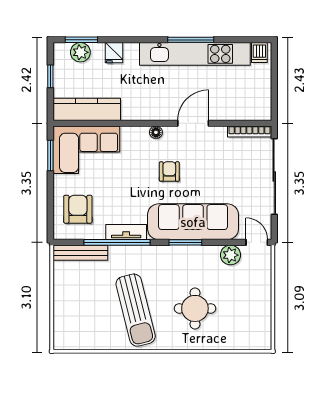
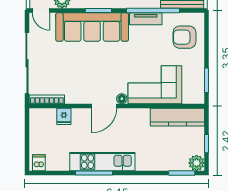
plant: (80, 52) -> (197, 163), moved
fridge: (114, 53) -> (64, 116), moved, turned 180
kitchen unit: (195, 54) -> (102, 162), width x0.73
door: (193, 123) -> (104, 106), moved
corner sofa: (86, 150) -> (155, 85), moved
armchair: (169, 172) -> (111, 67), removed
armchair: (78, 209) -> (184, 37), turned 90

